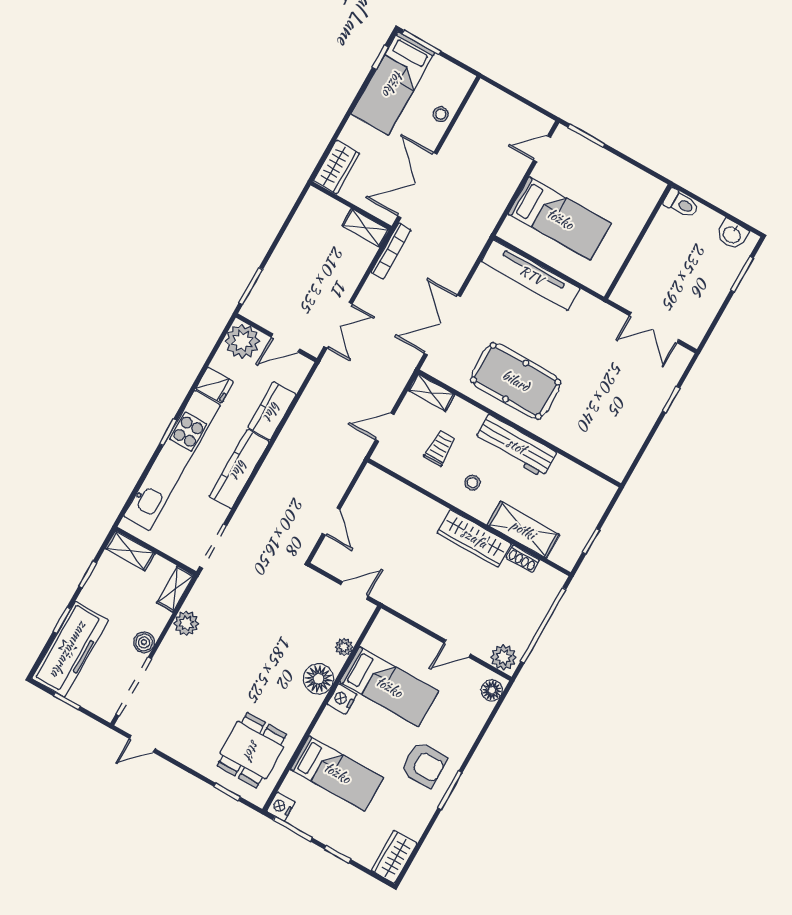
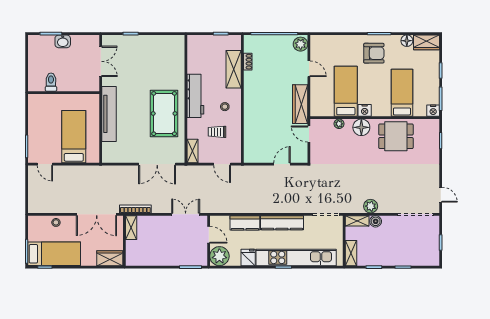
toilet: (681, 204) -> (51, 82), moved
washbasin: (732, 234) -> (63, 41), moved, turned 90
tv unit: (531, 275) -> (109, 114), moved
wardrobe: (474, 538) -> (300, 104), moved, turned 180
boiler: (144, 642) -> (376, 221), moved
freezer: (70, 649) -> (415, 255), removed
floor lamp: (492, 690) -> (407, 41), moved
dining table: (252, 750) -> (396, 136), moved
armchair: (424, 764) -> (374, 53), turned 90

